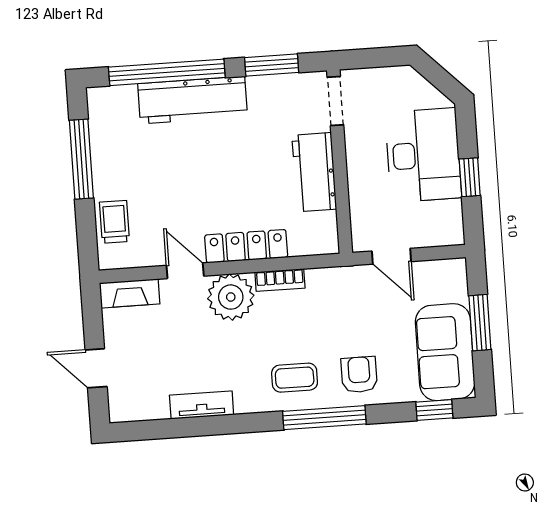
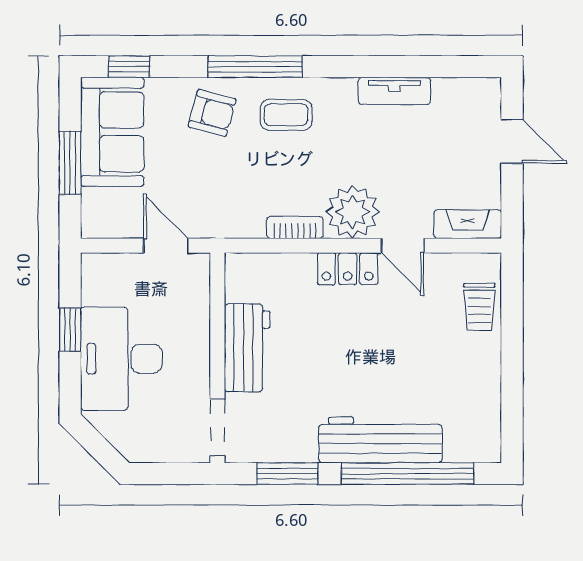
window: (81, 159) -> (512, 381), removed
locker: (246, 246) -> (348, 269), width x0.66
armchair: (359, 375) -> (212, 113), turned -75

